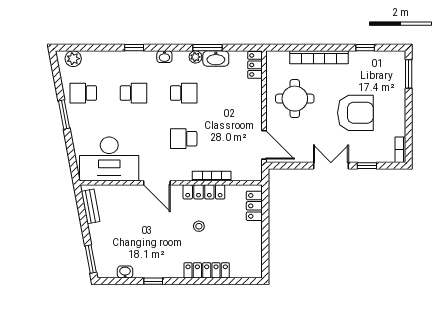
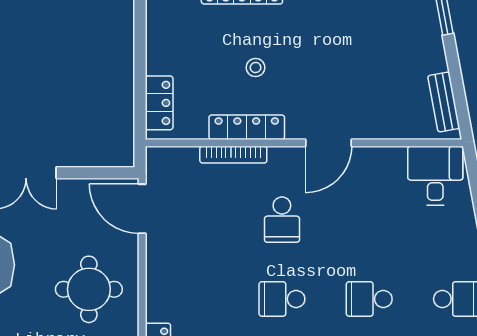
school desk: (184, 139) -> (282, 220), turned 90
desk: (109, 159) -> (435, 176), width x0.53, depth x0.77
door: (157, 183) -> (328, 143), swing flipped

